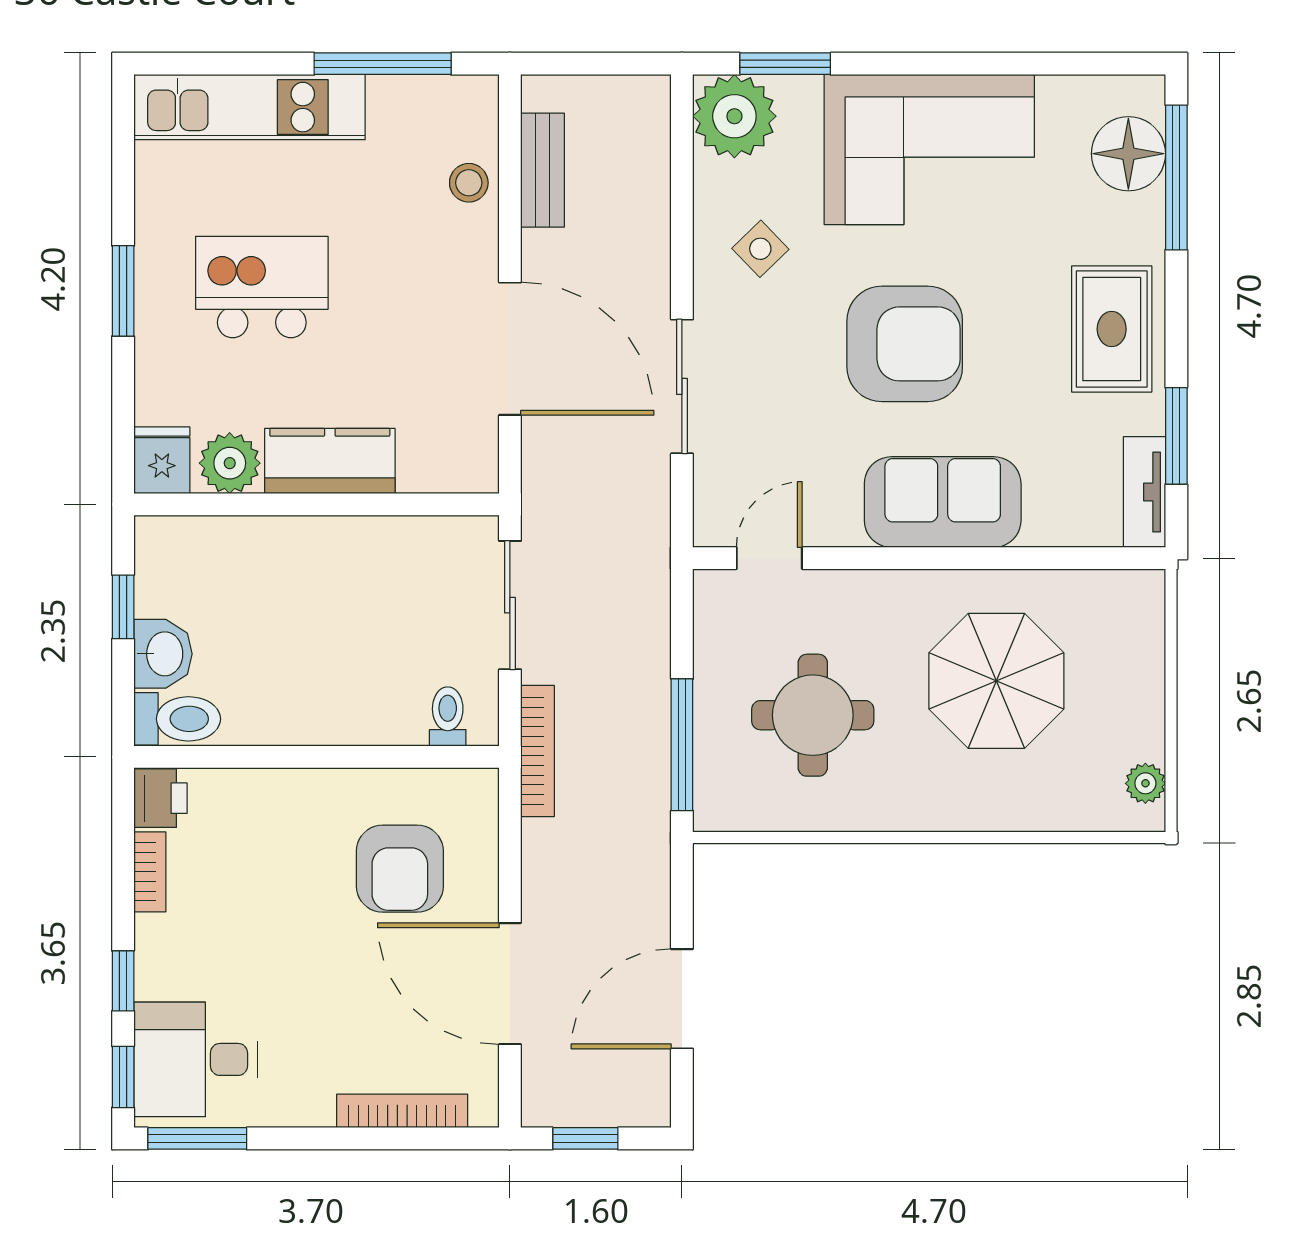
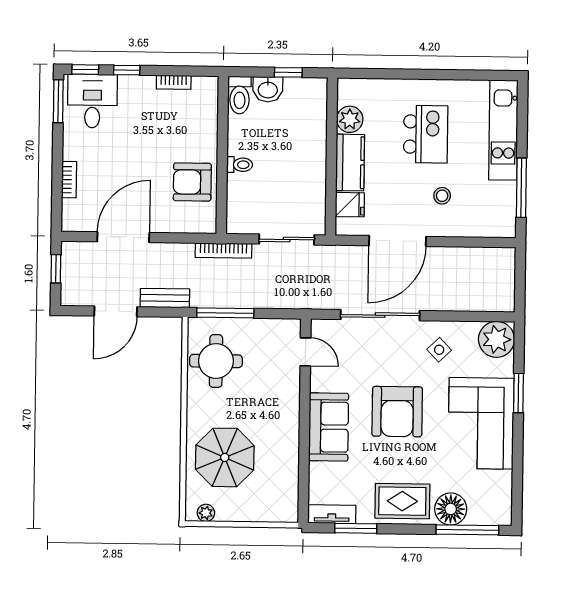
window: (785, 64) -> (518, 393), moved
floor lamp: (1128, 154) -> (451, 509), moved
bench: (542, 170) -> (165, 298), moved
stool: (469, 183) -> (442, 196), moved
window: (123, 291) -> (425, 74), removed
sliding door: (682, 386) -> (380, 315), width x1.37
fridge: (162, 460) -> (350, 205), moved
parasol: (996, 681) -> (225, 457), moved
round table: (813, 715) -> (216, 361), moved
toilet: (448, 717) -> (240, 165), moved
printer: (160, 798) -> (205, 87), removed
armchair: (400, 869) -> (192, 182), moved
door: (682, 999) -> (116, 311), swing flipped
bookcase: (402, 1111) -> (69, 180), width x0.64

